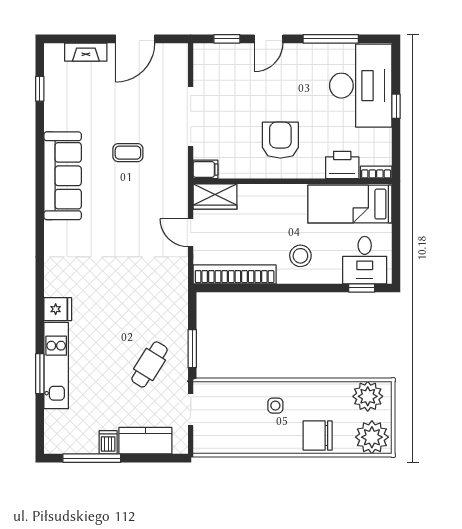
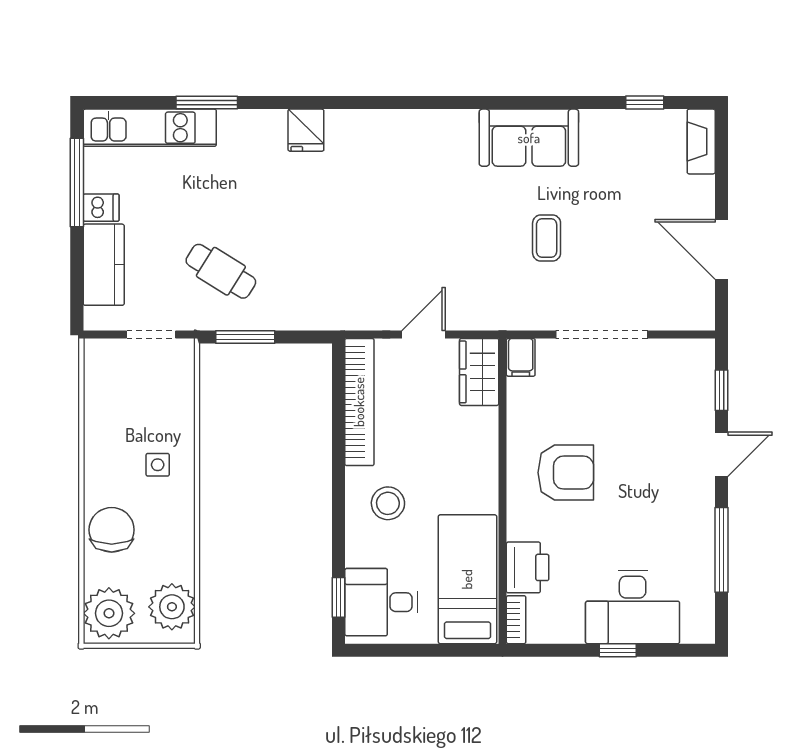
door: (269, 39) -> (722, 454), swing flipped
fireplace: (86, 52) -> (701, 141), moved
desk: (361, 86) -> (633, 607), width x0.73, depth x0.77
sofa: (63, 176) -> (529, 138), width x0.73
kitchen unit: (56, 366) -> (150, 128), moved

